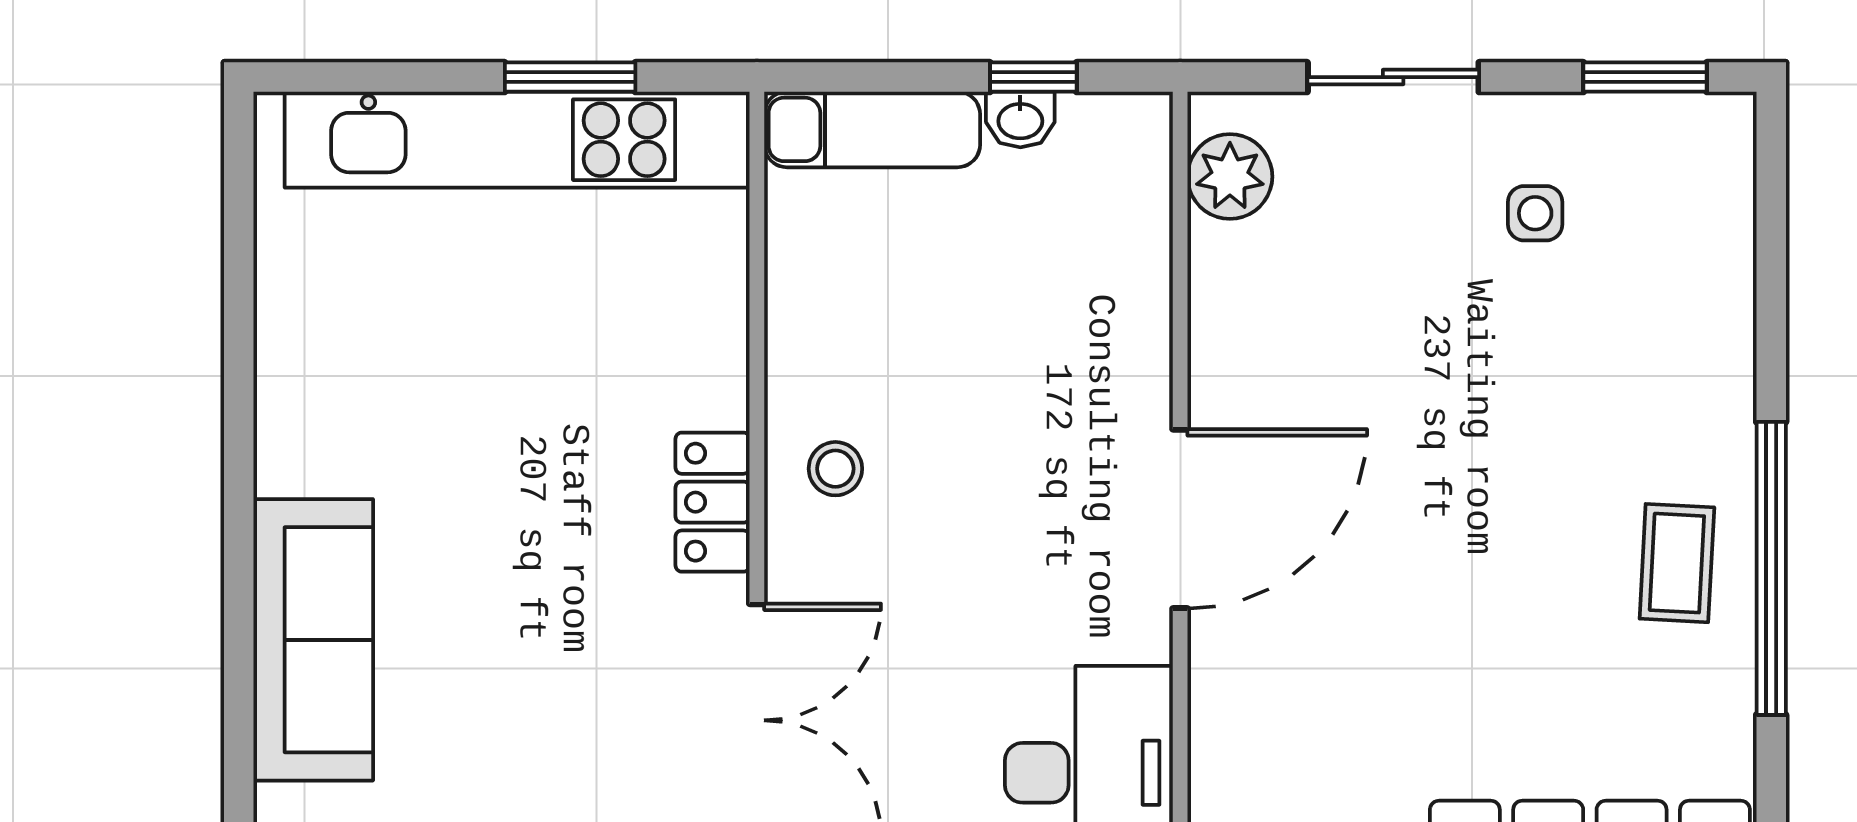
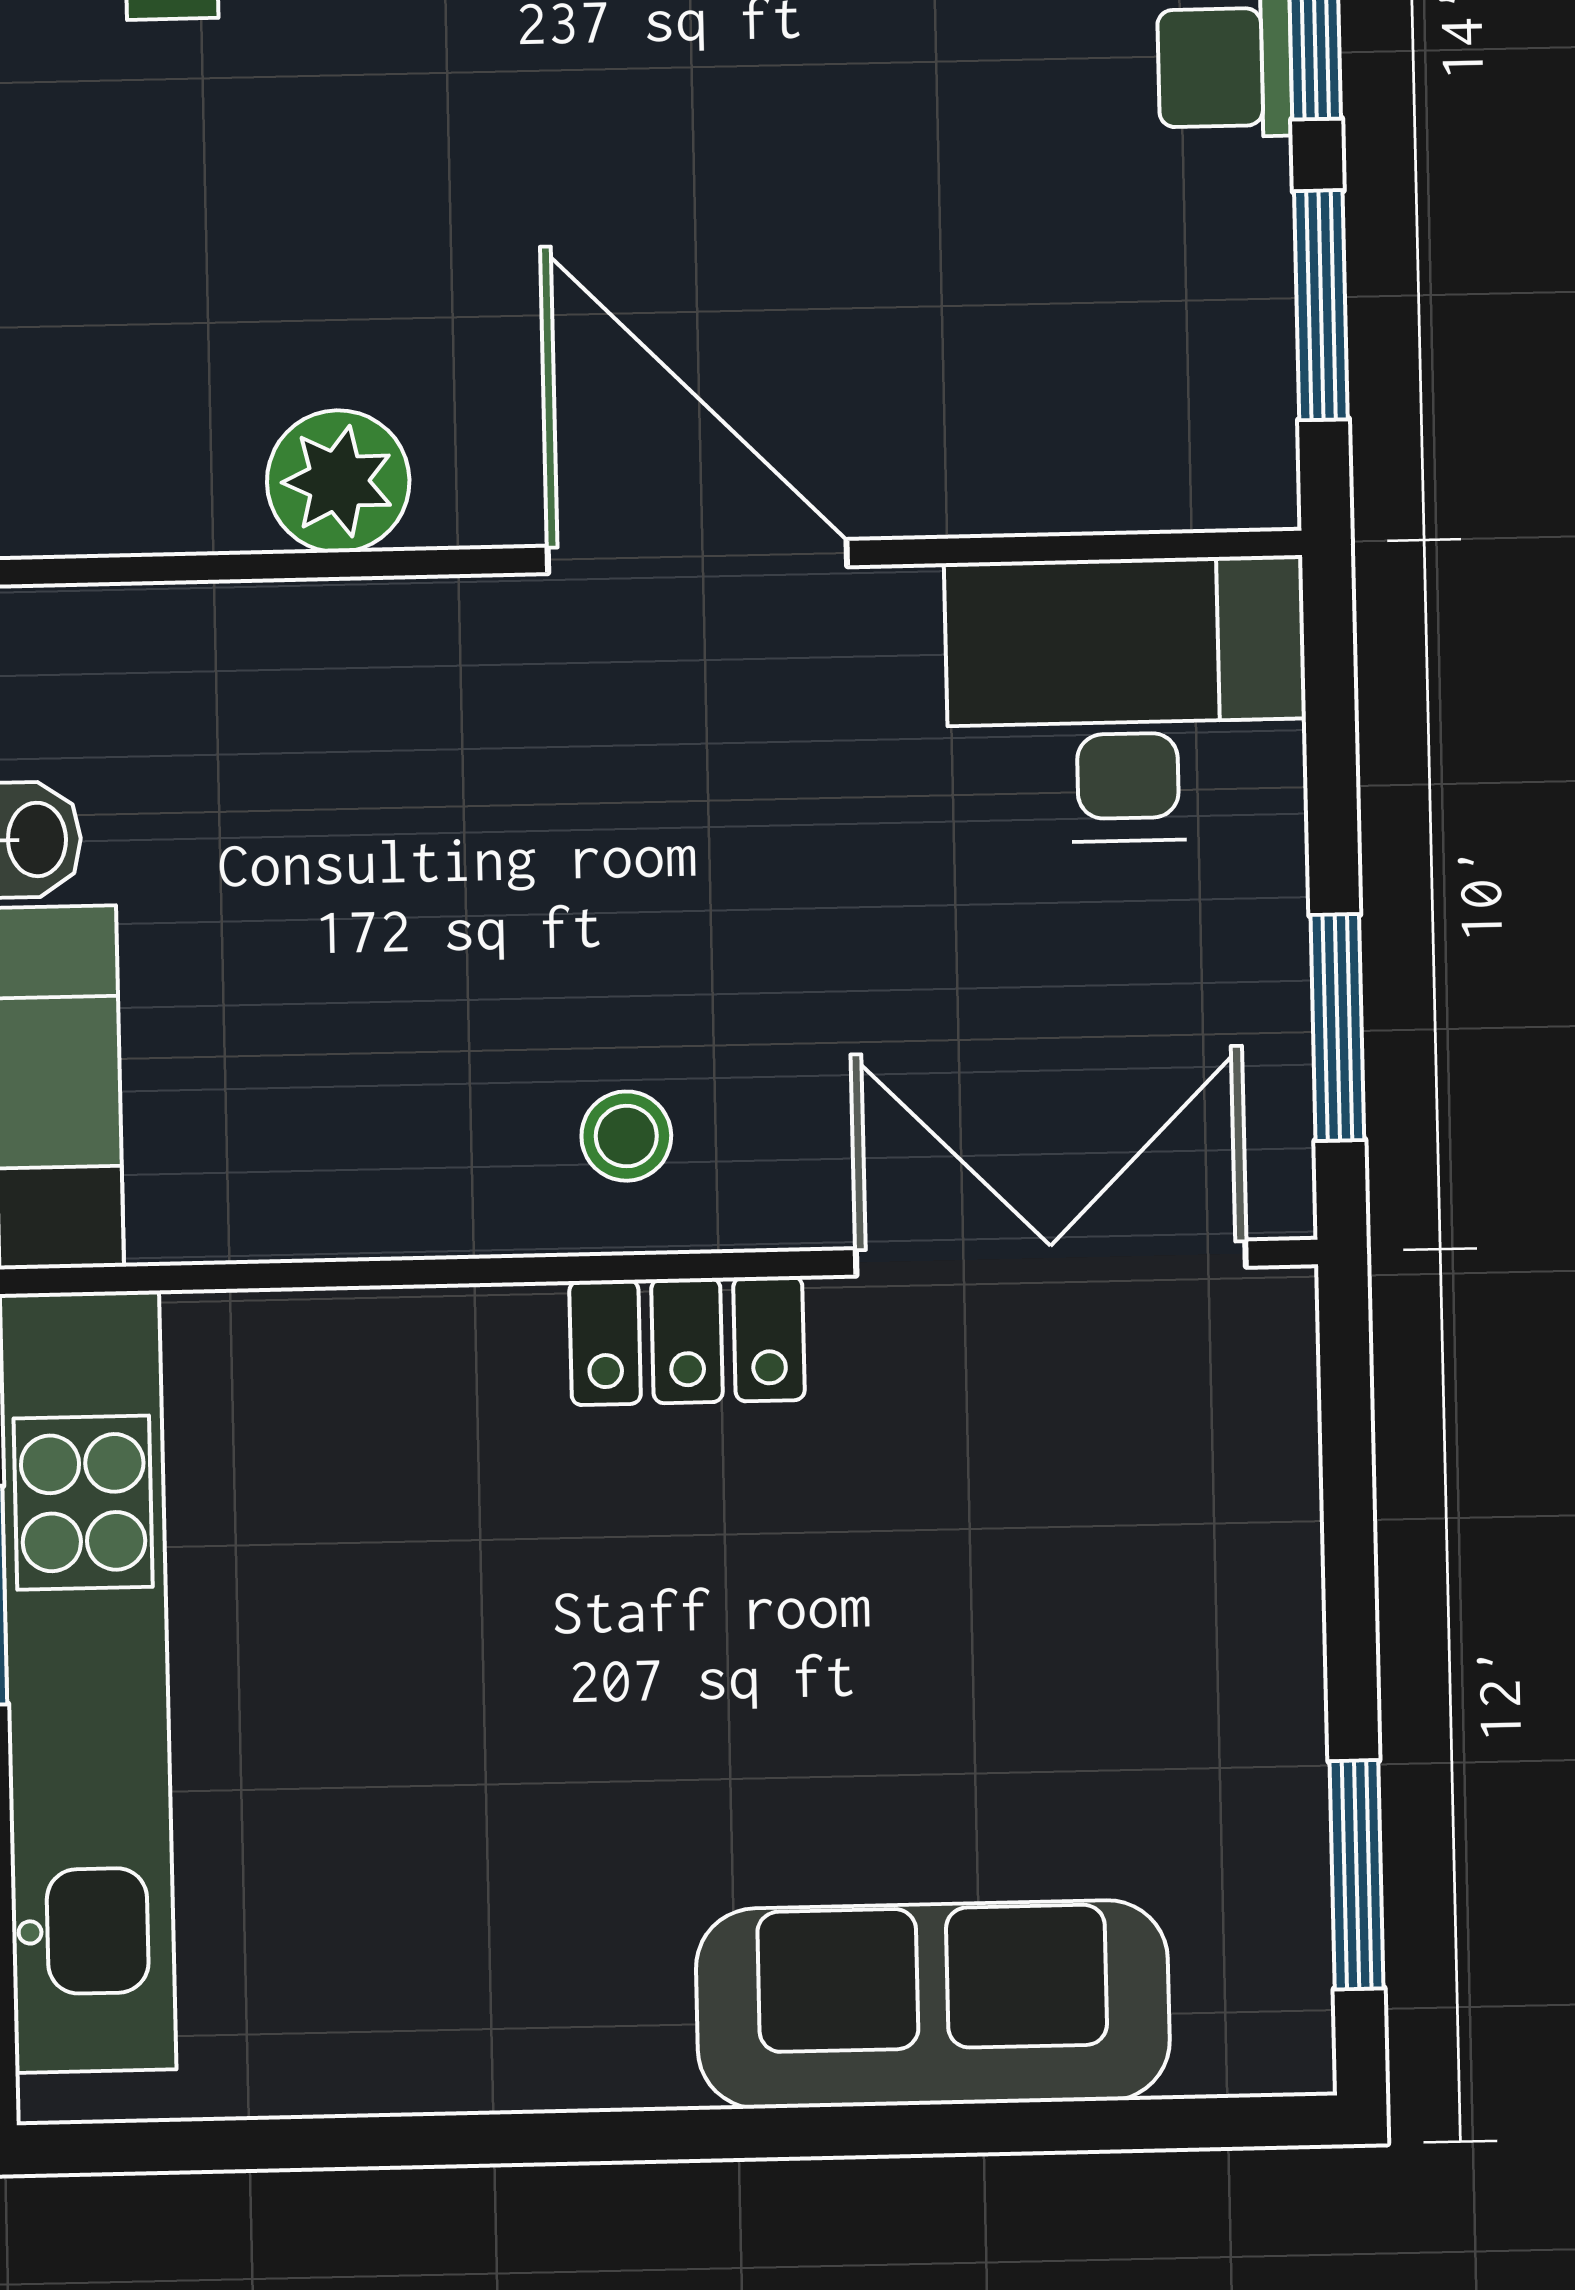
plant: (1230, 177) -> (338, 481), moved

